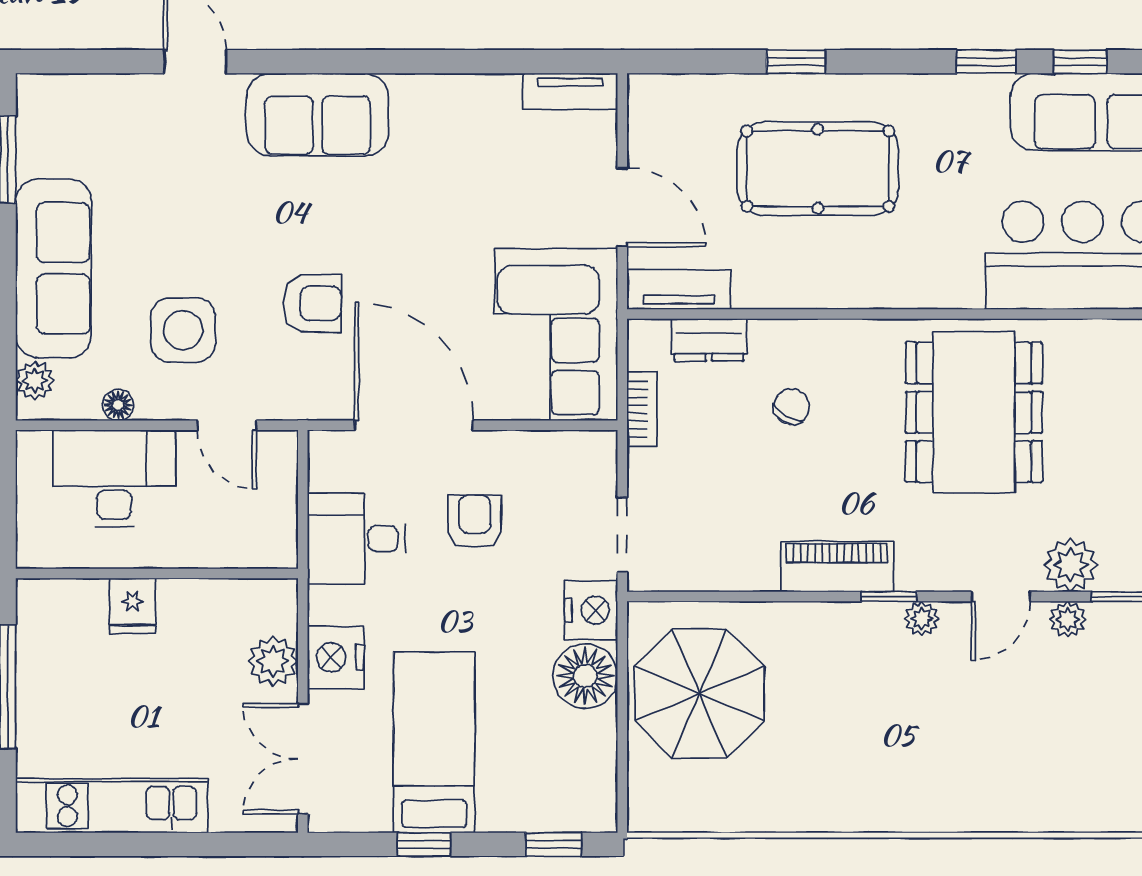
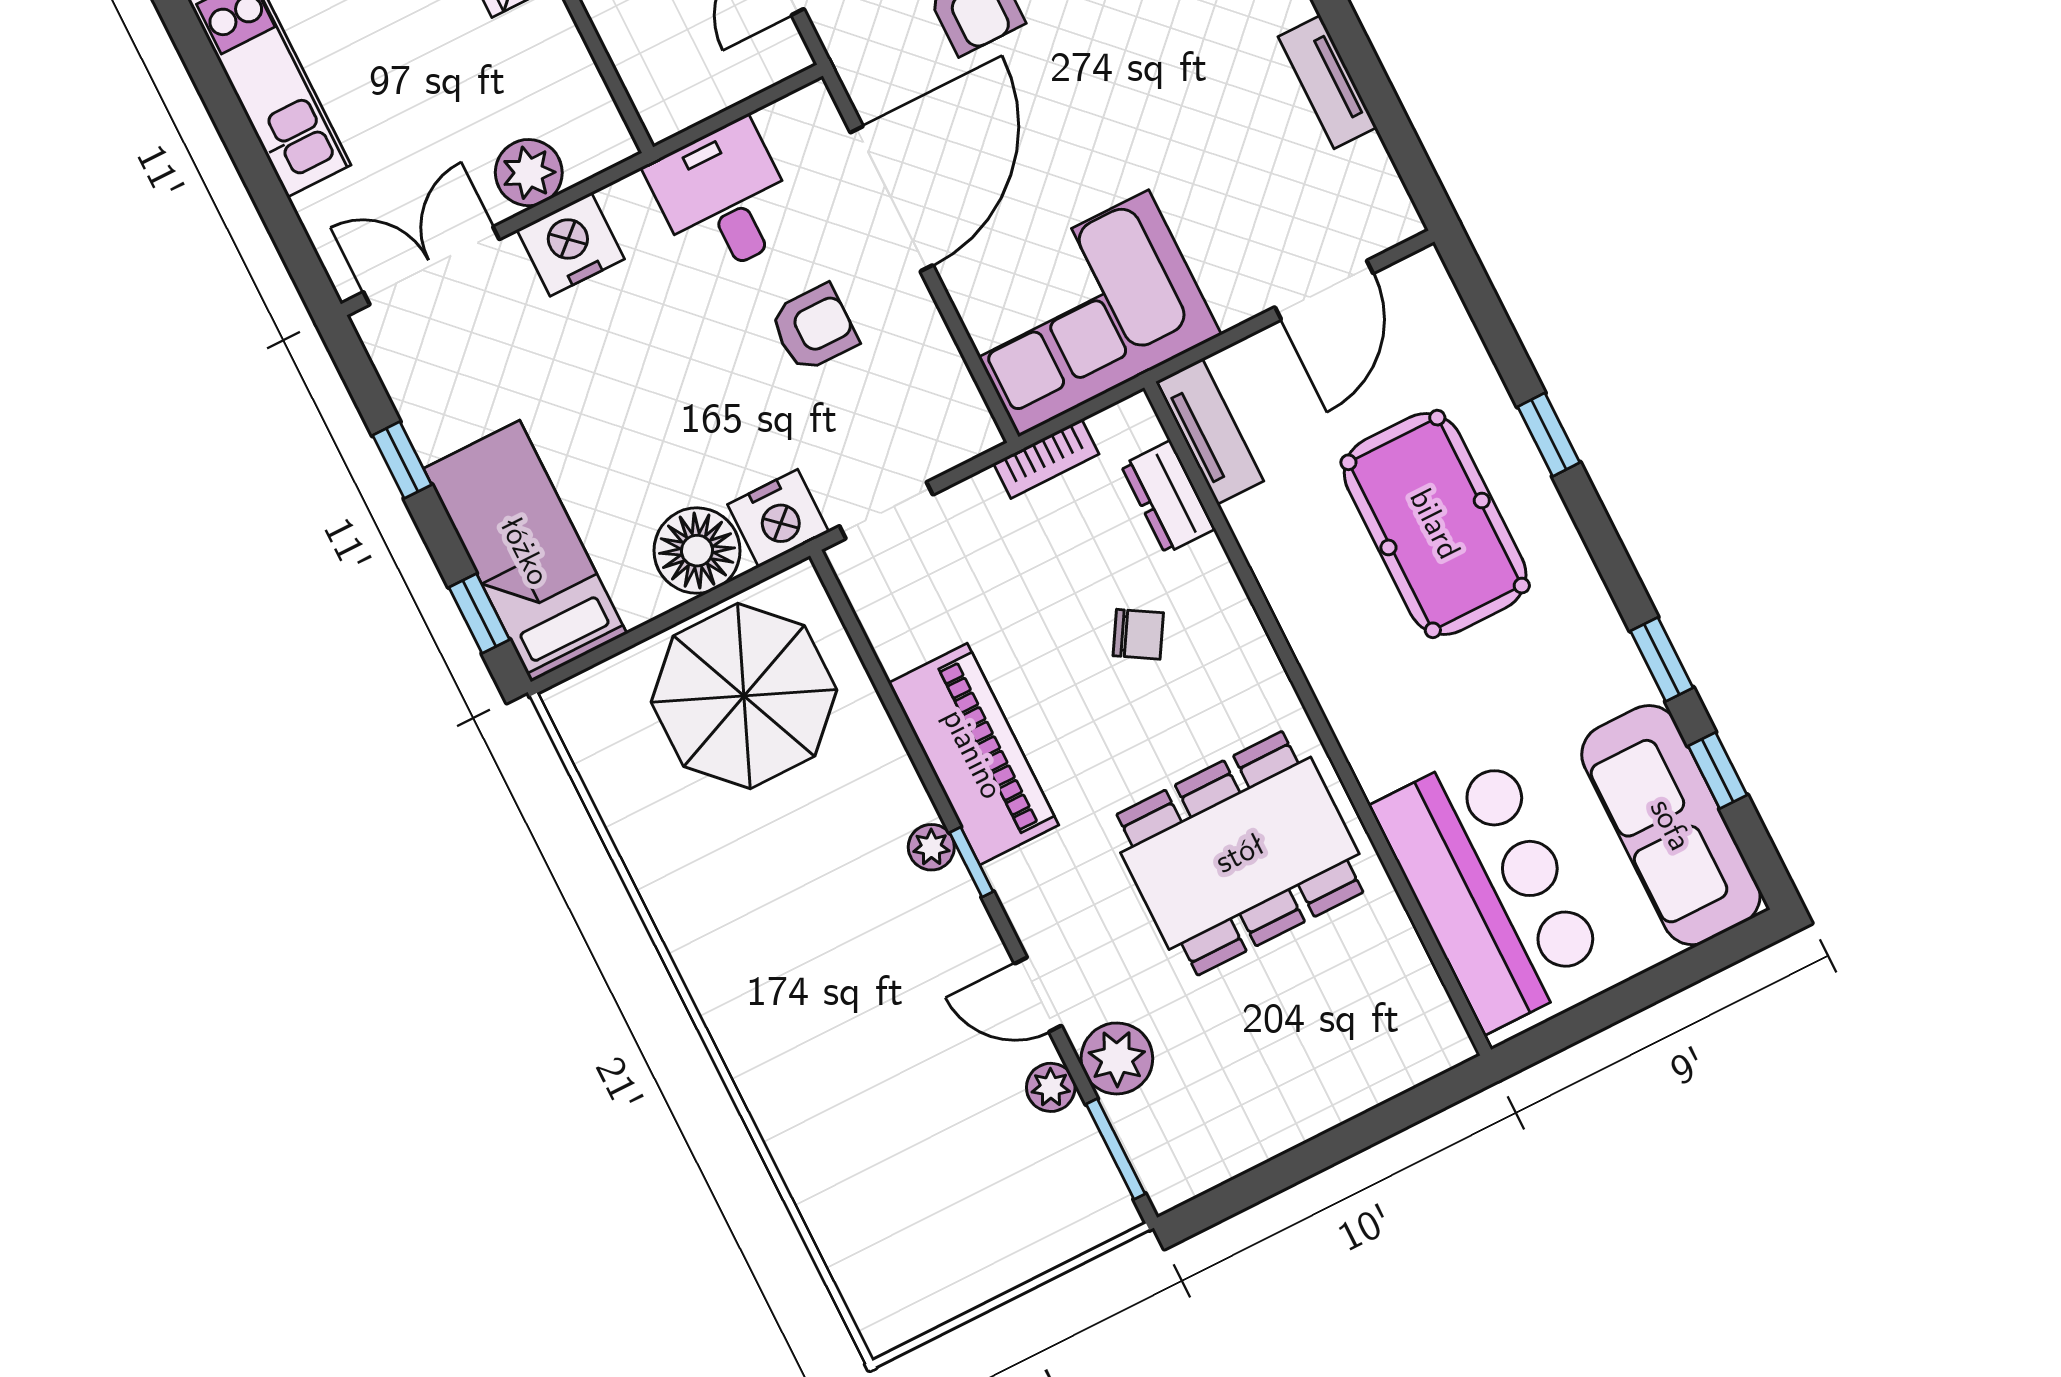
tv unit: (570, 91) -> (1327, 82), moved
door: (622, 207) -> (1324, 290), moved
piano: (837, 567) -> (973, 754), width x1.37, depth x1.33
plant: (922, 619) -> (931, 847), moved
bed: (434, 742) -> (525, 551), moved, turned -90

